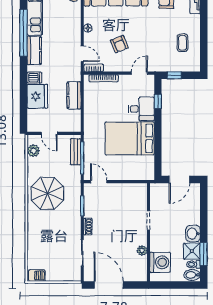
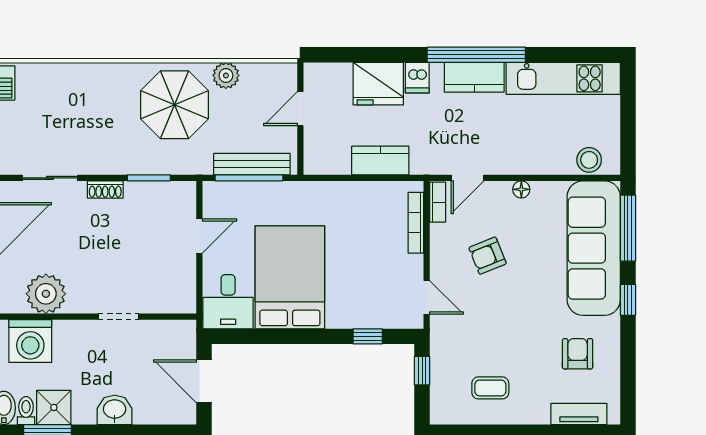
window: (23, 33) -> (476, 55), moved
desk: (141, 109) -> (228, 302), moved
plant: (33, 151) -> (226, 75), moved
bench: (76, 152) -> (252, 164), width x1.36
door: (99, 182) -> (199, 236), moved
washbasin: (193, 234) -> (115, 410), moved
plant: (142, 250) -> (46, 294), width x1.87, depth x1.87

